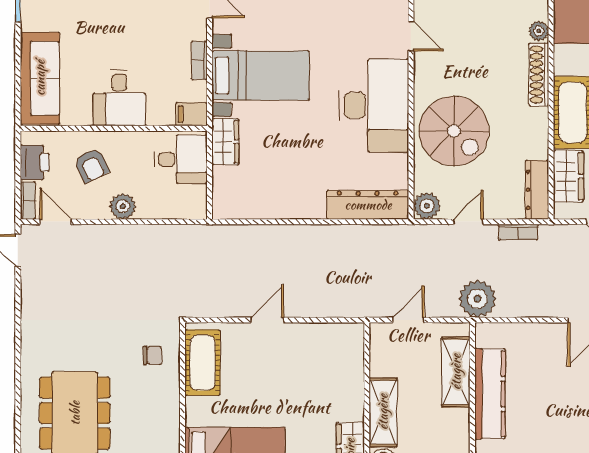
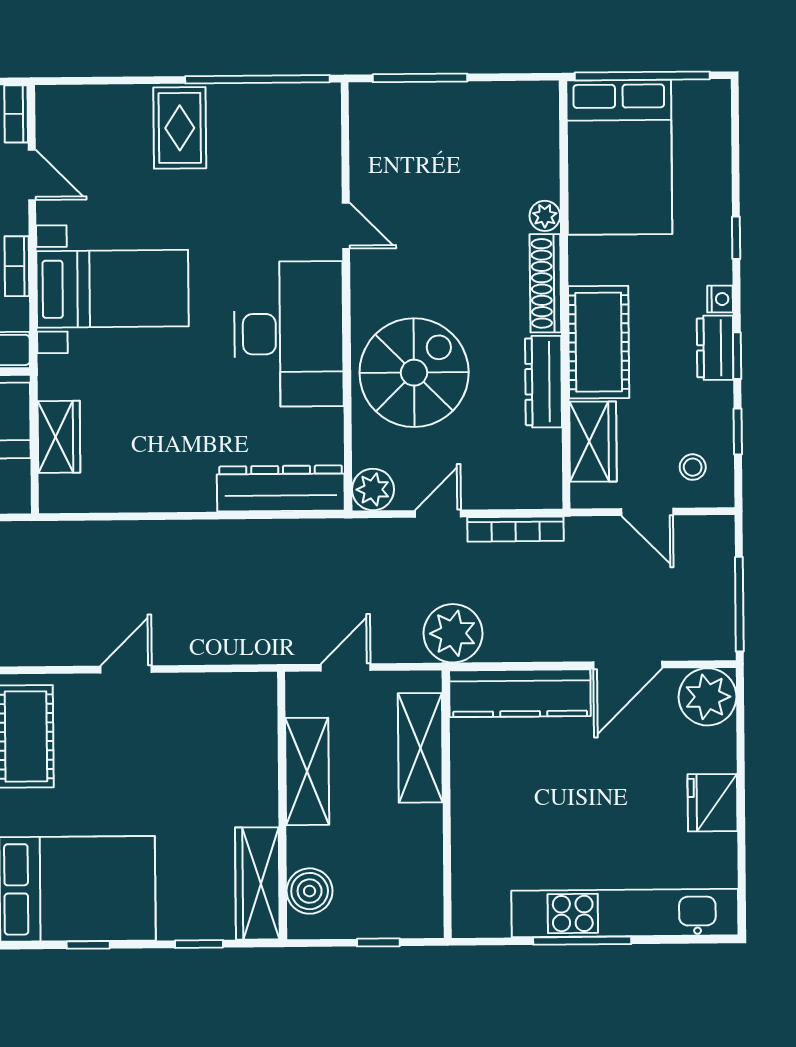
spiral stairs: (454, 131) -> (414, 373), turned -90
wardrobe: (225, 142) -> (59, 437), moved
dresser: (537, 190) -> (543, 382), moved
bookcase: (518, 232) -> (516, 529), width x1.56
kitchen counter: (490, 394) -> (520, 693), moved, turned 90
shelving: (383, 412) -> (307, 771), moved

